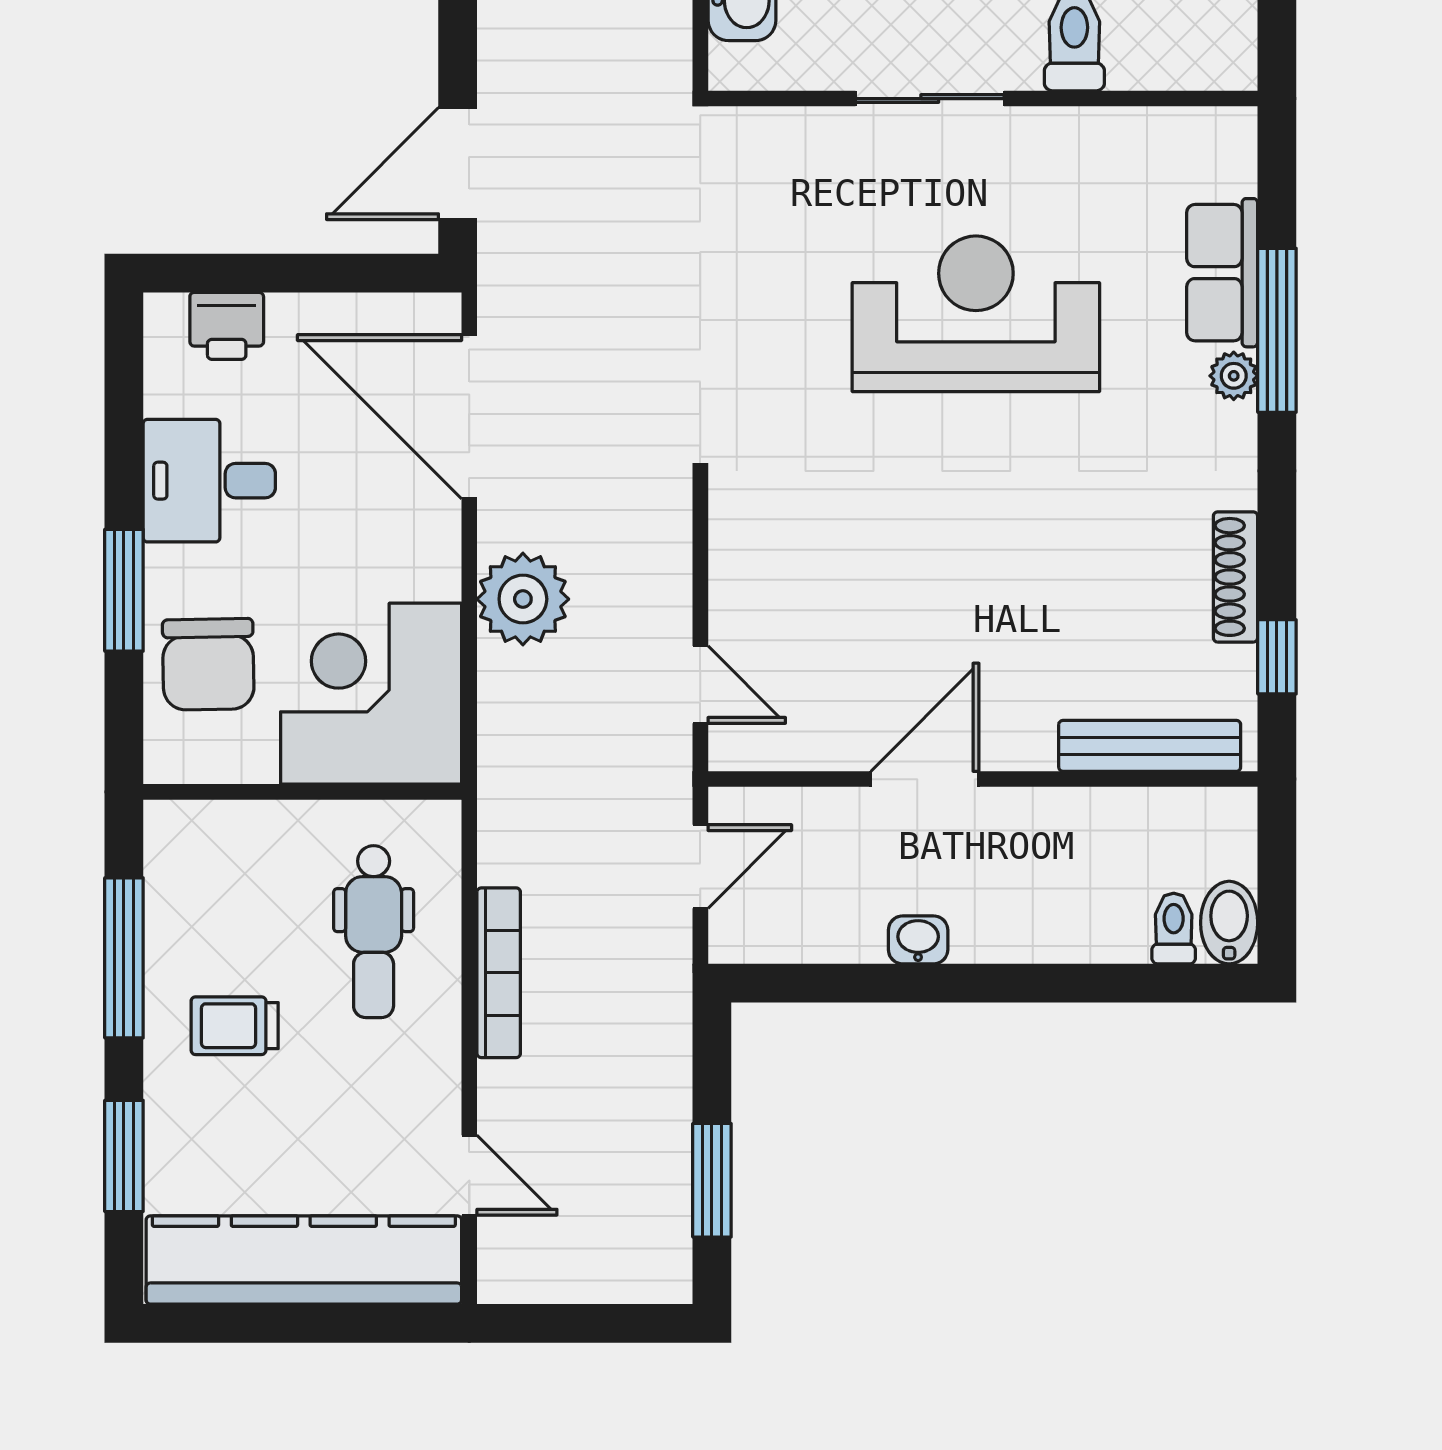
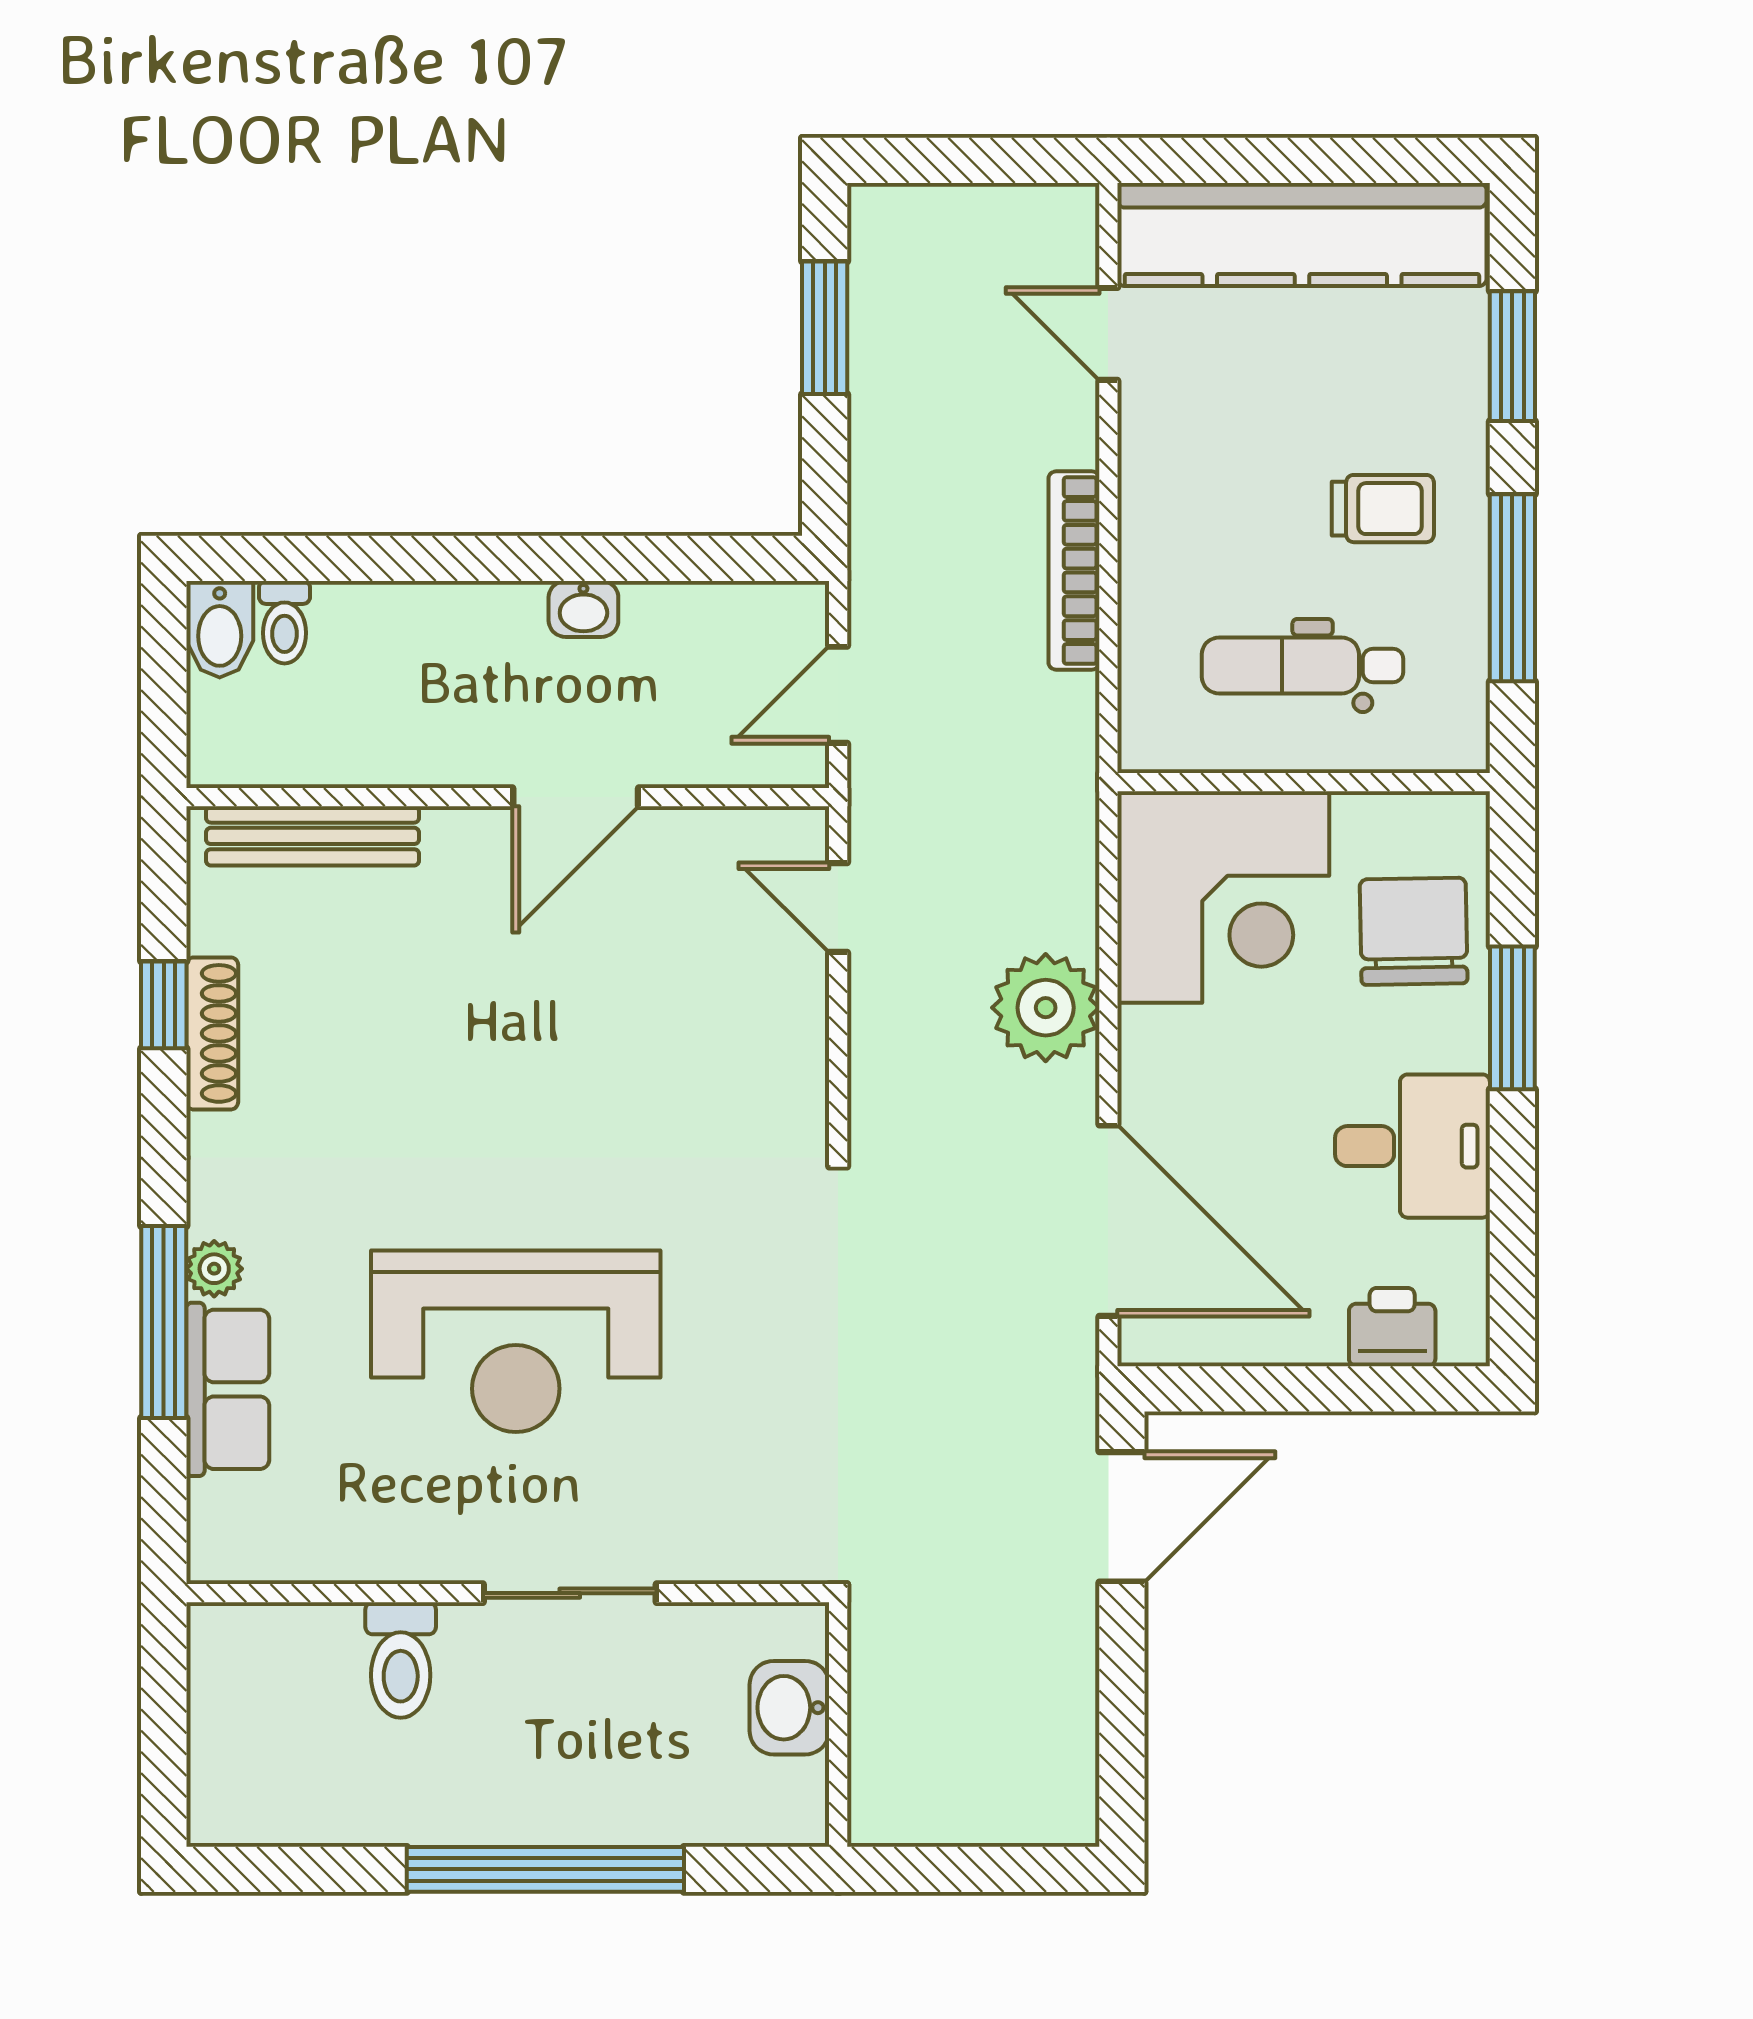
window: (1277, 657) -> (164, 1005), moved
dental chair: (374, 932) -> (1303, 665), moved, turned -90

